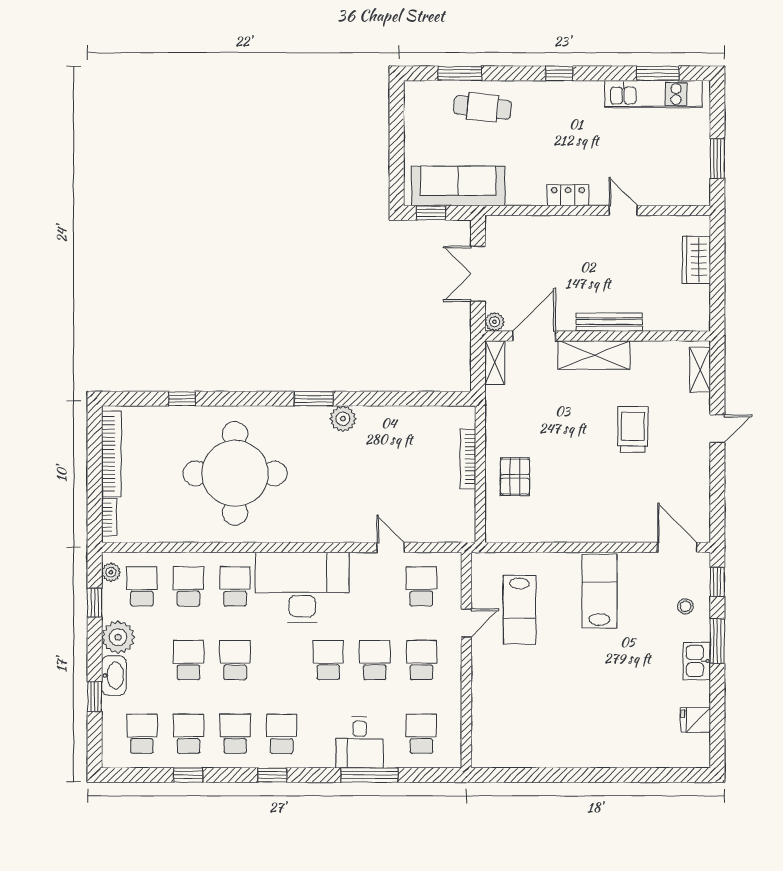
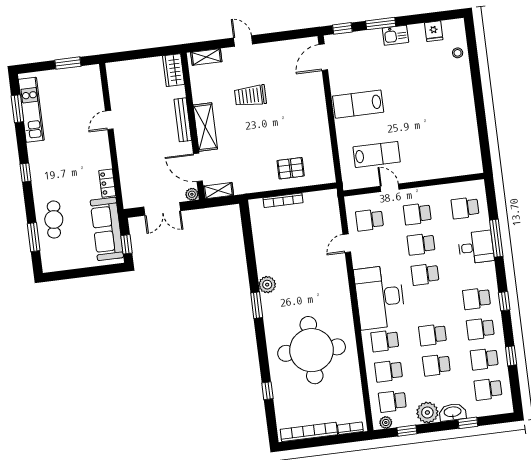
locker: (568, 195) -> (107, 183), moved
wardrobe: (696, 260) -> (173, 70), moved, turned 90
stool: (685, 606) -> (458, 53), moved

